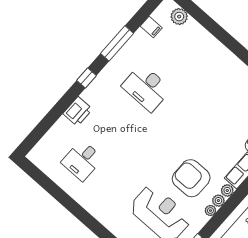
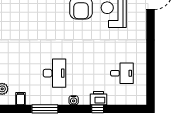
window: (86, 78) -> (98, 109), moved
water cooler: (99, 83) -> (74, 100), added

